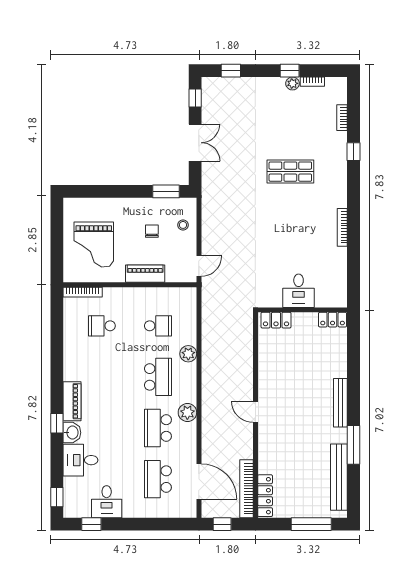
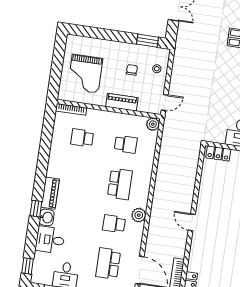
plant: (188, 354) -> (153, 124), moved
school desk: (158, 428) -> (114, 224), width x0.54

